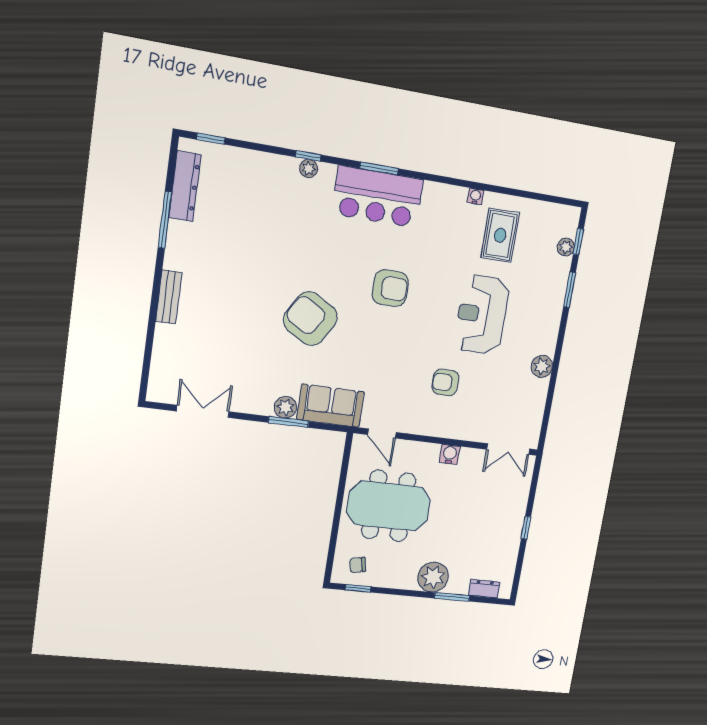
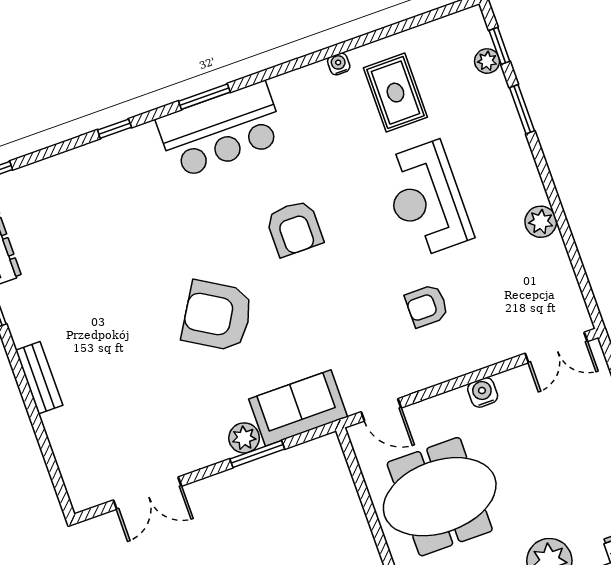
plant: (309, 169) -> (122, 143), removed
armchair: (390, 288) -> (294, 228), turned 90
double door: (203, 411) -> (147, 493), swing flipped

